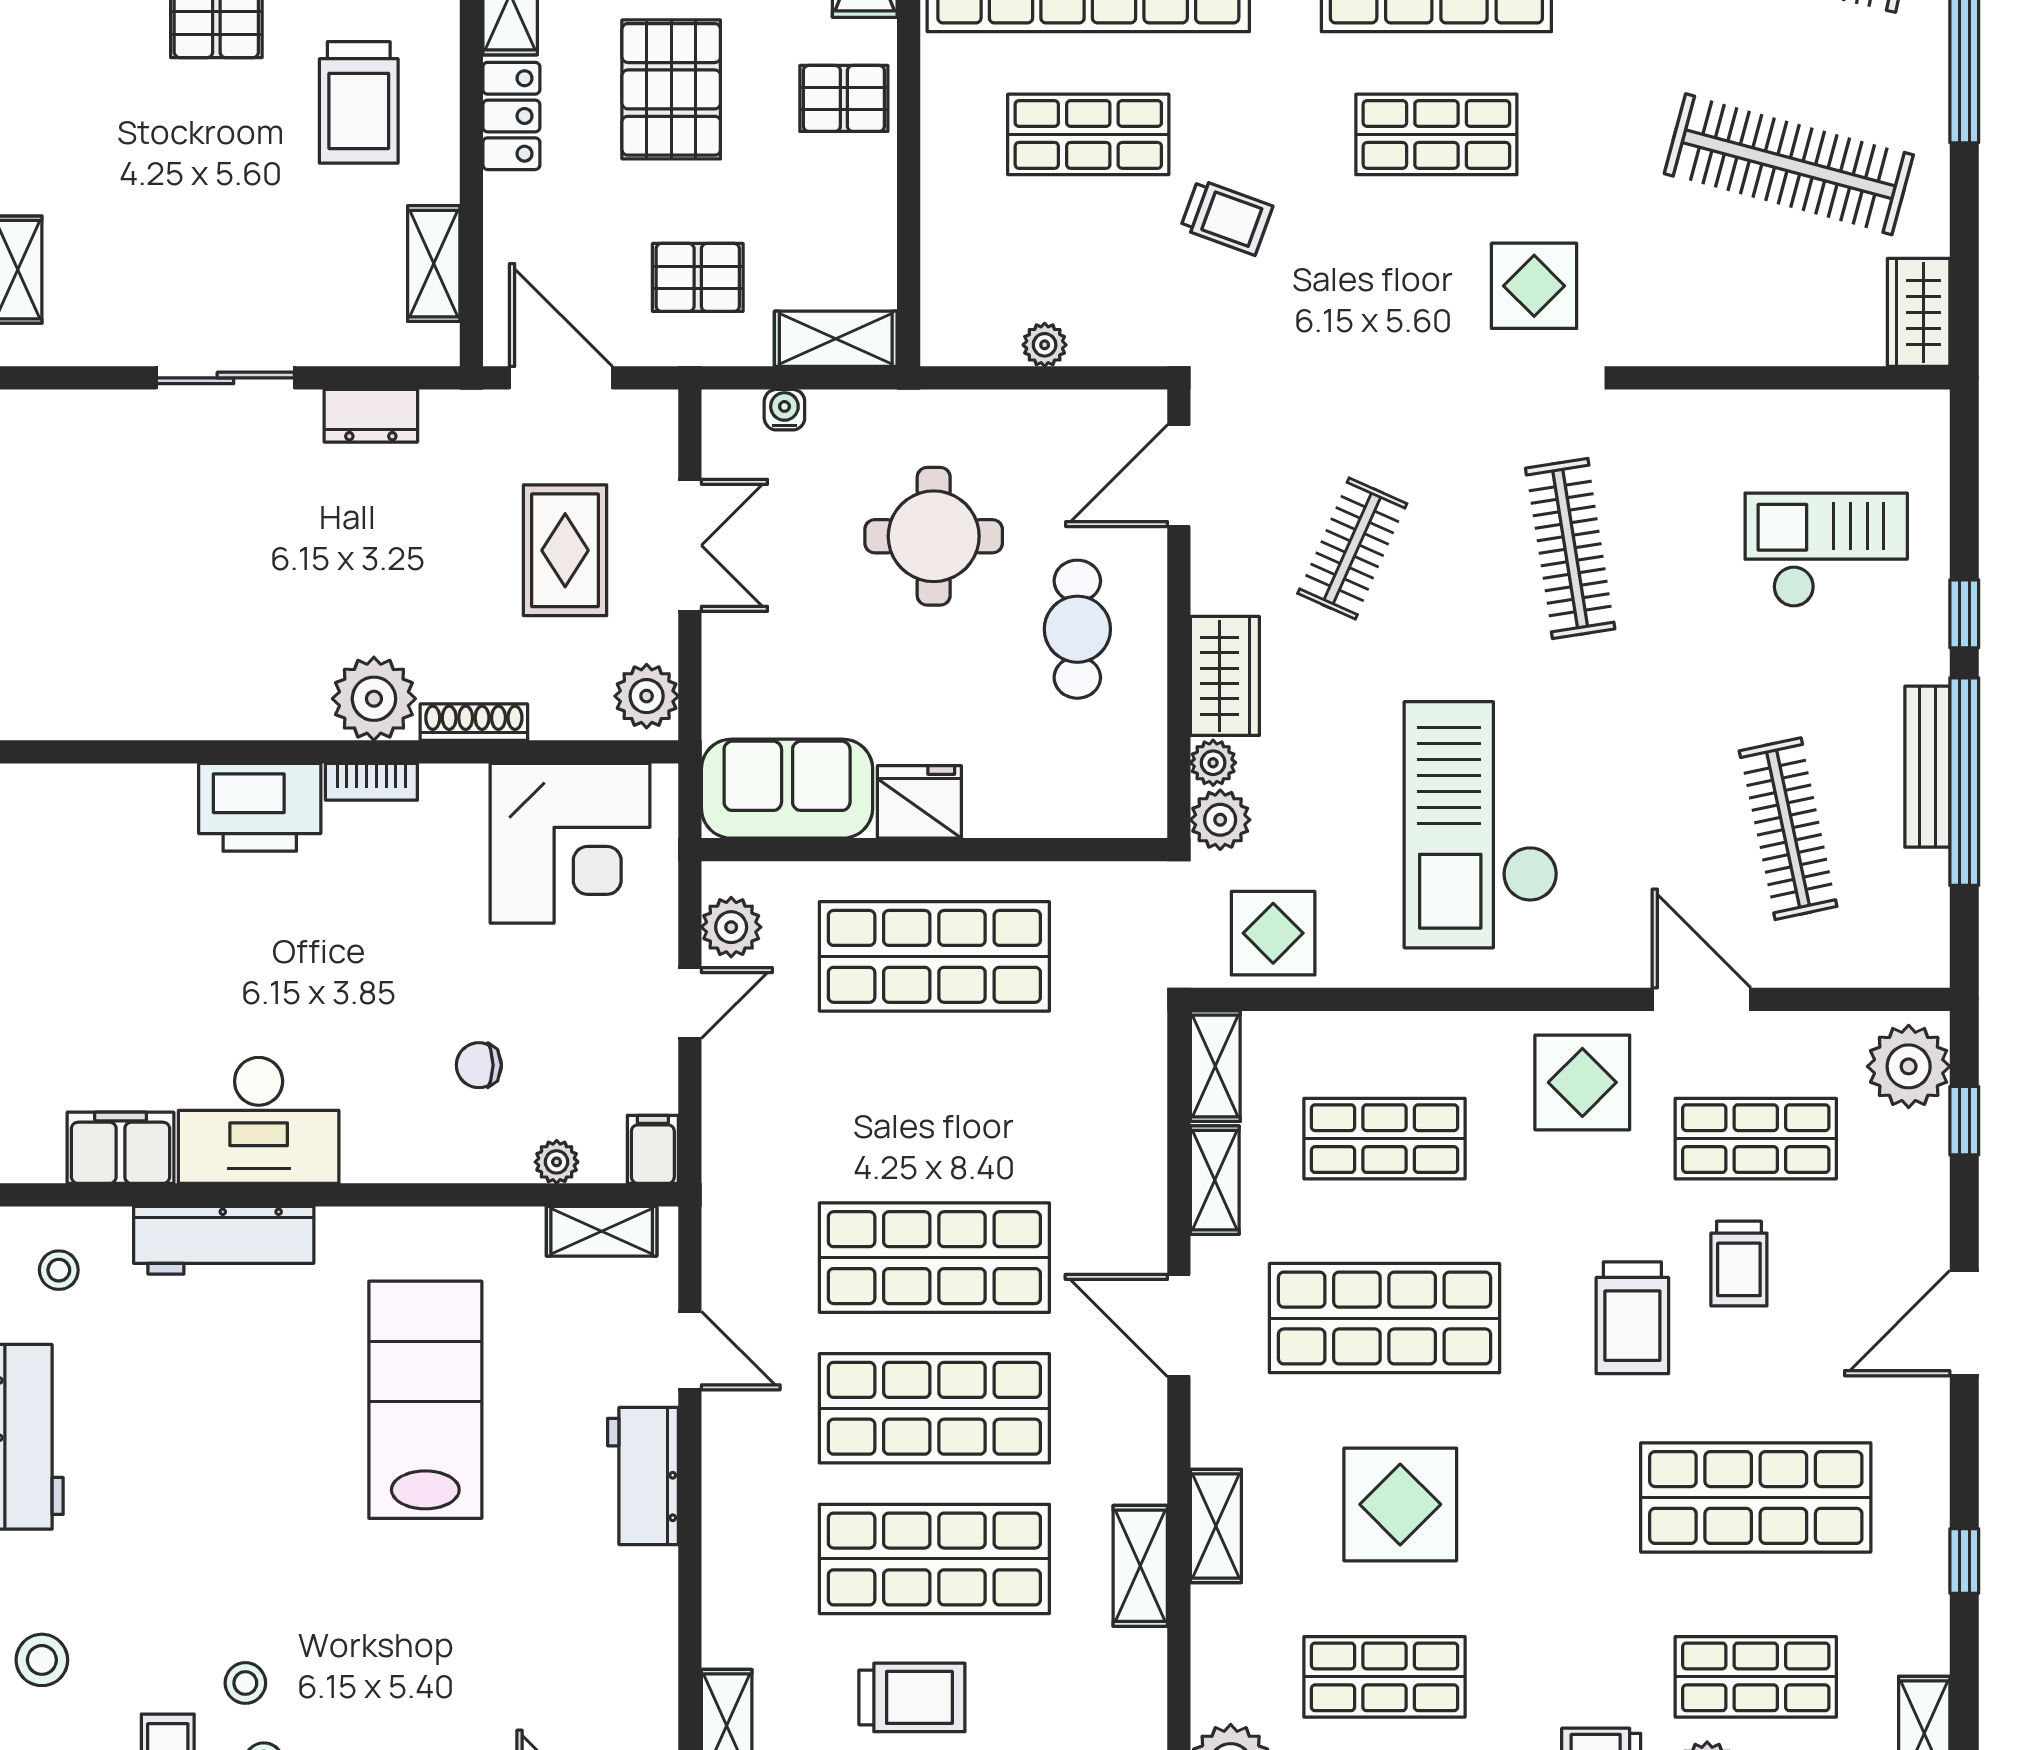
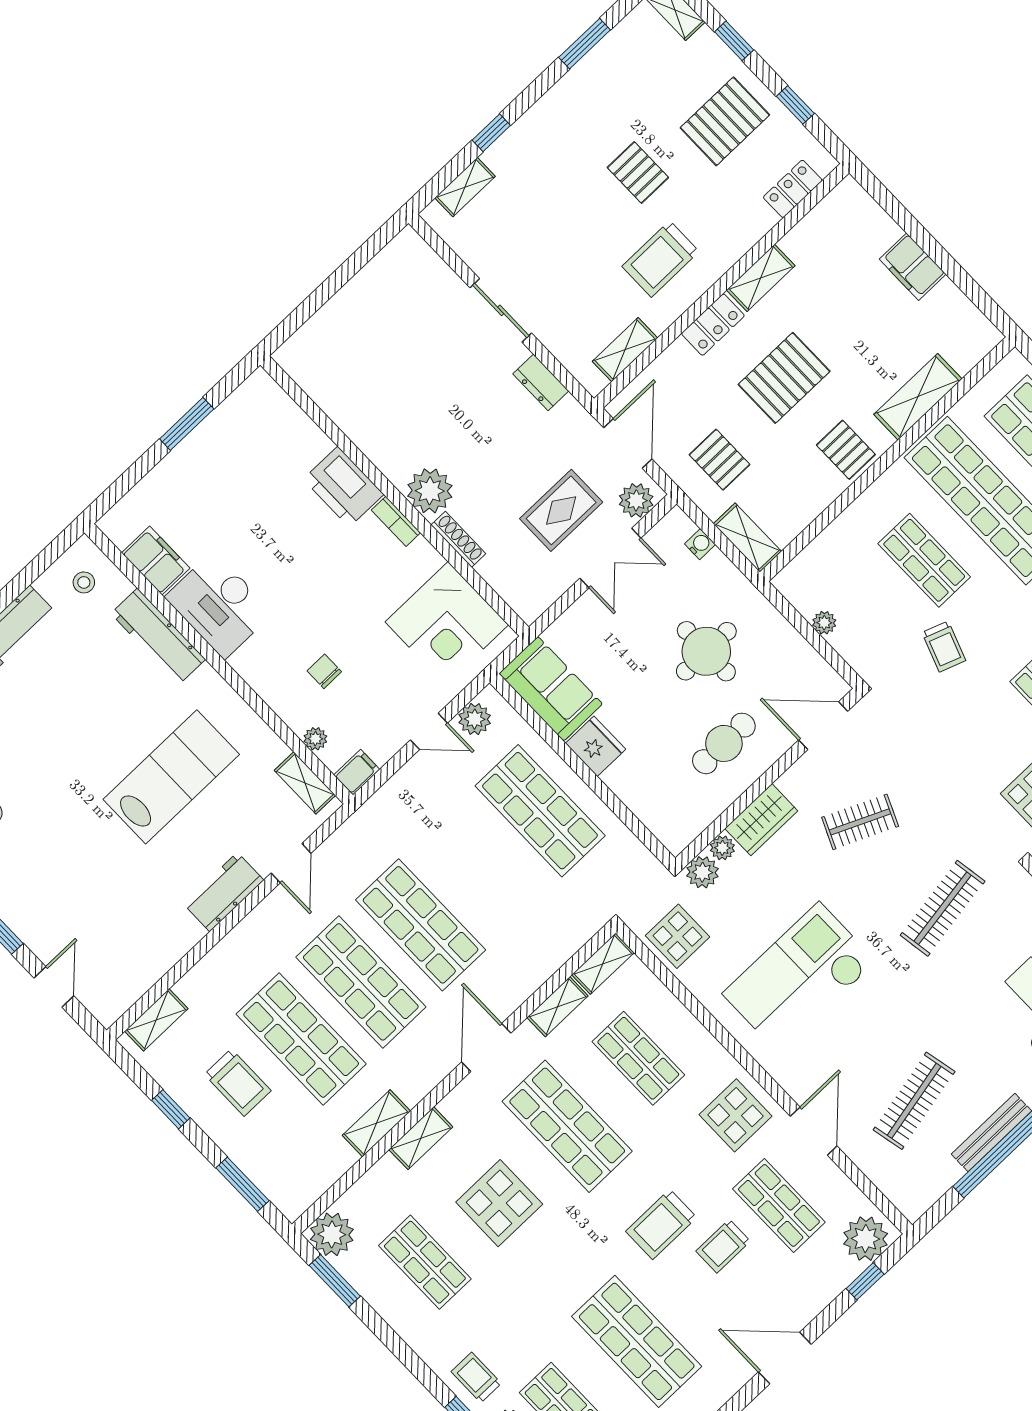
plant: (647, 696) -> (636, 500), moved

